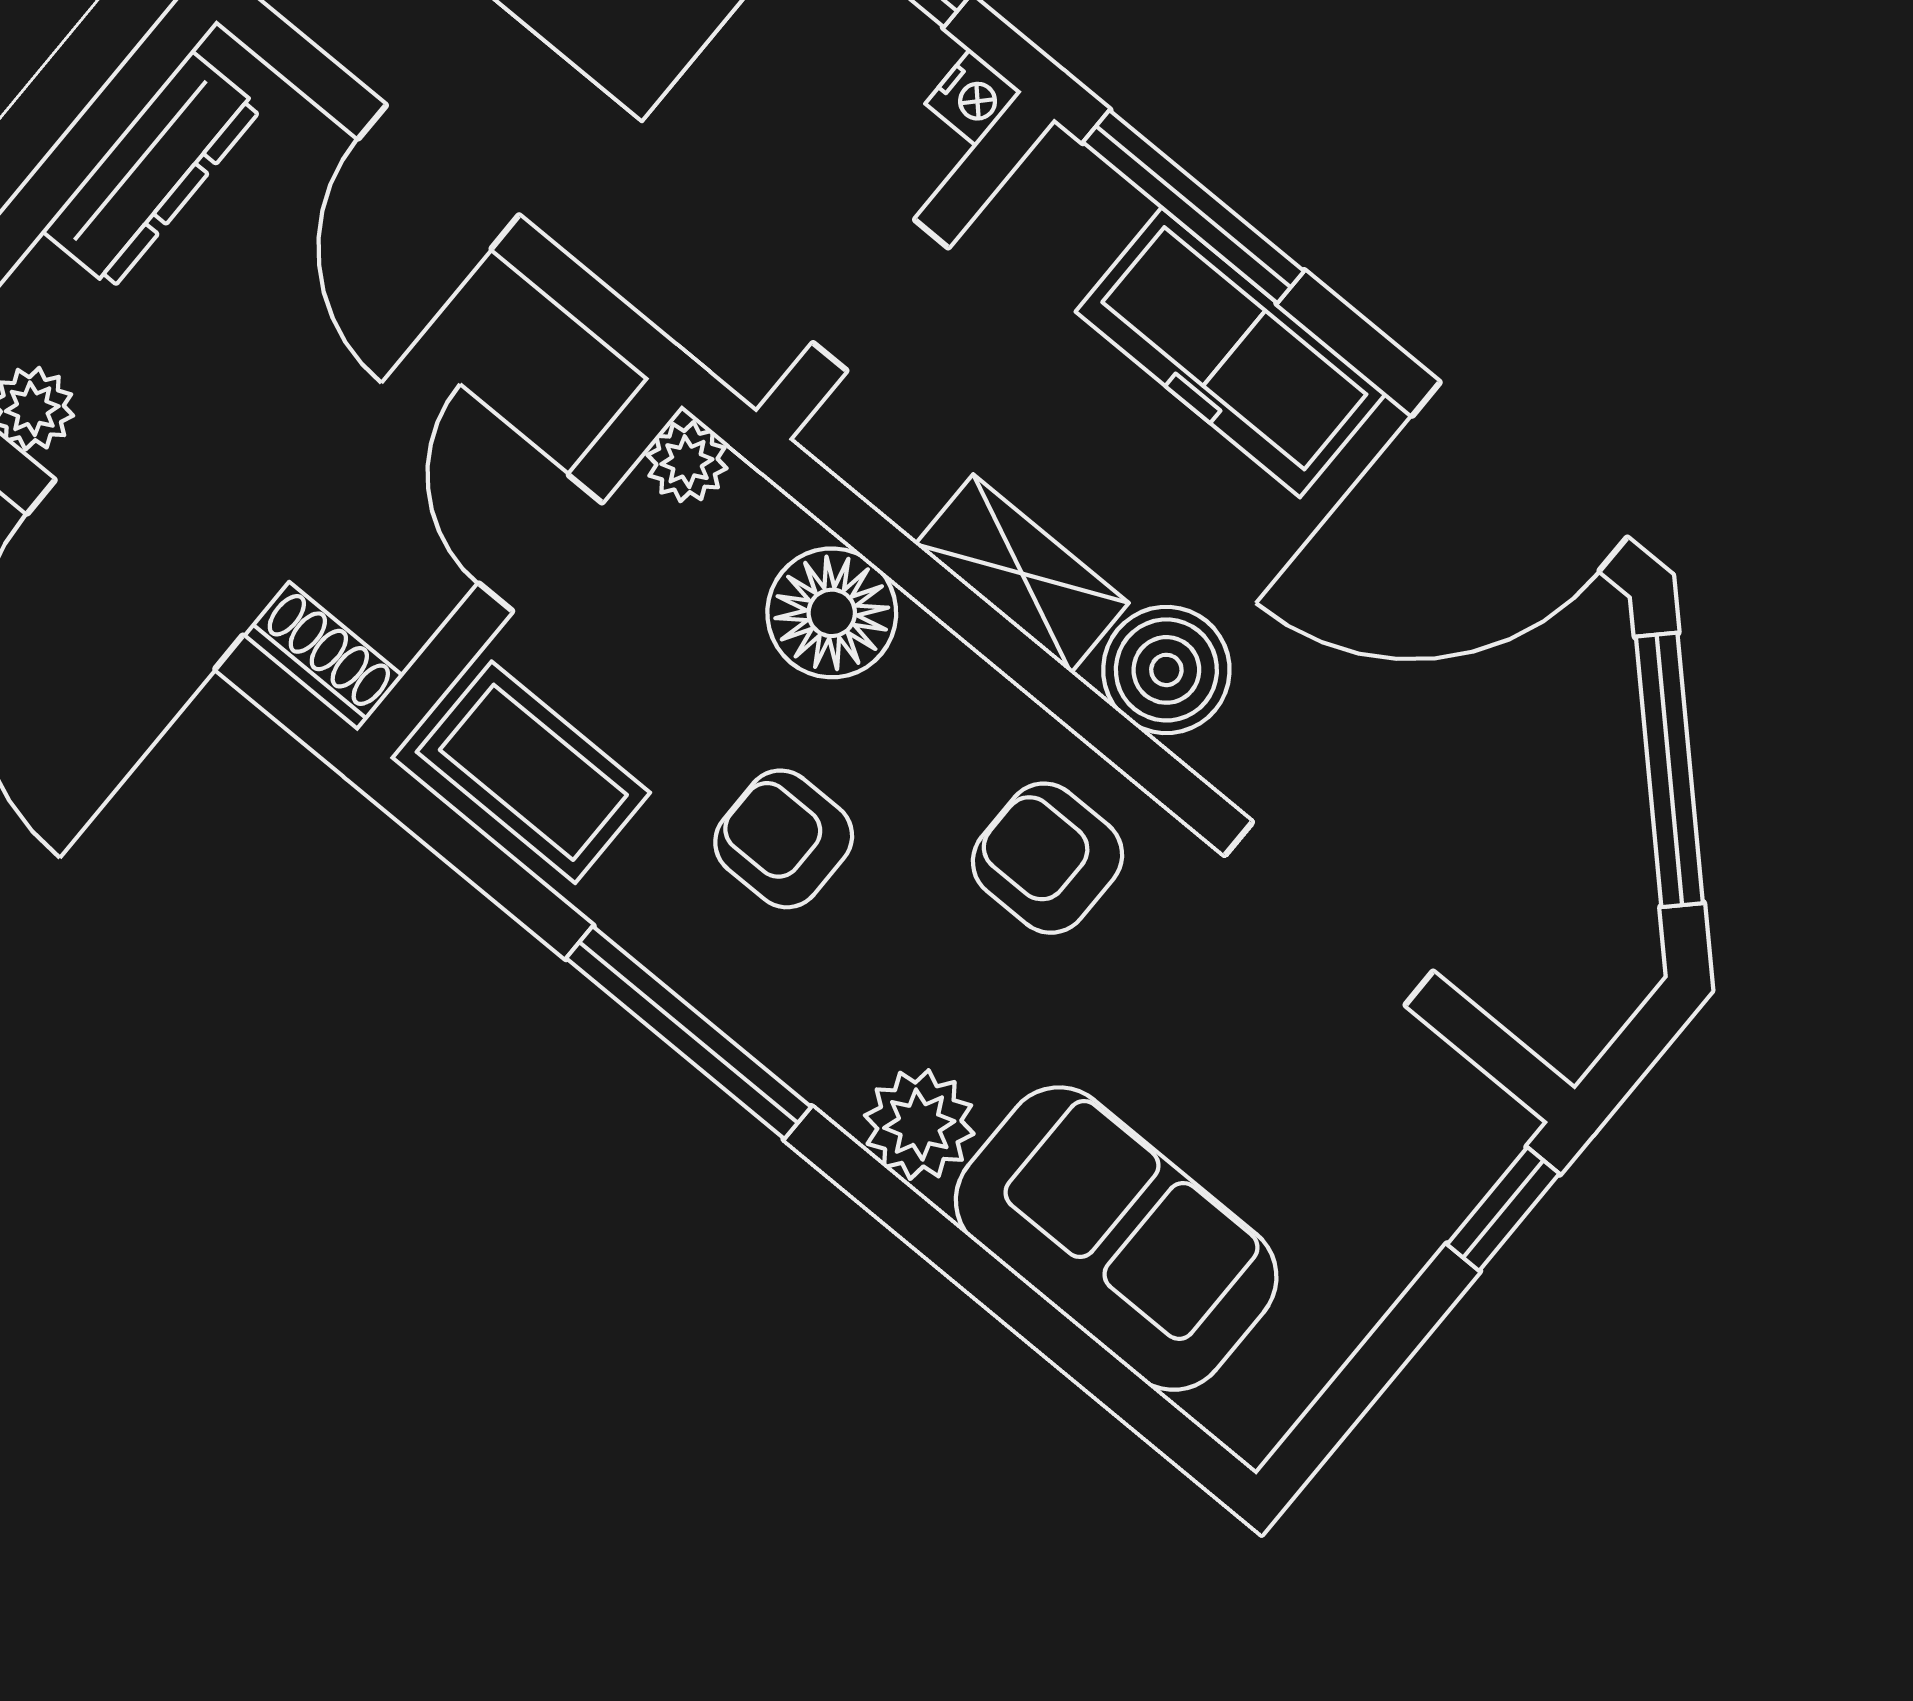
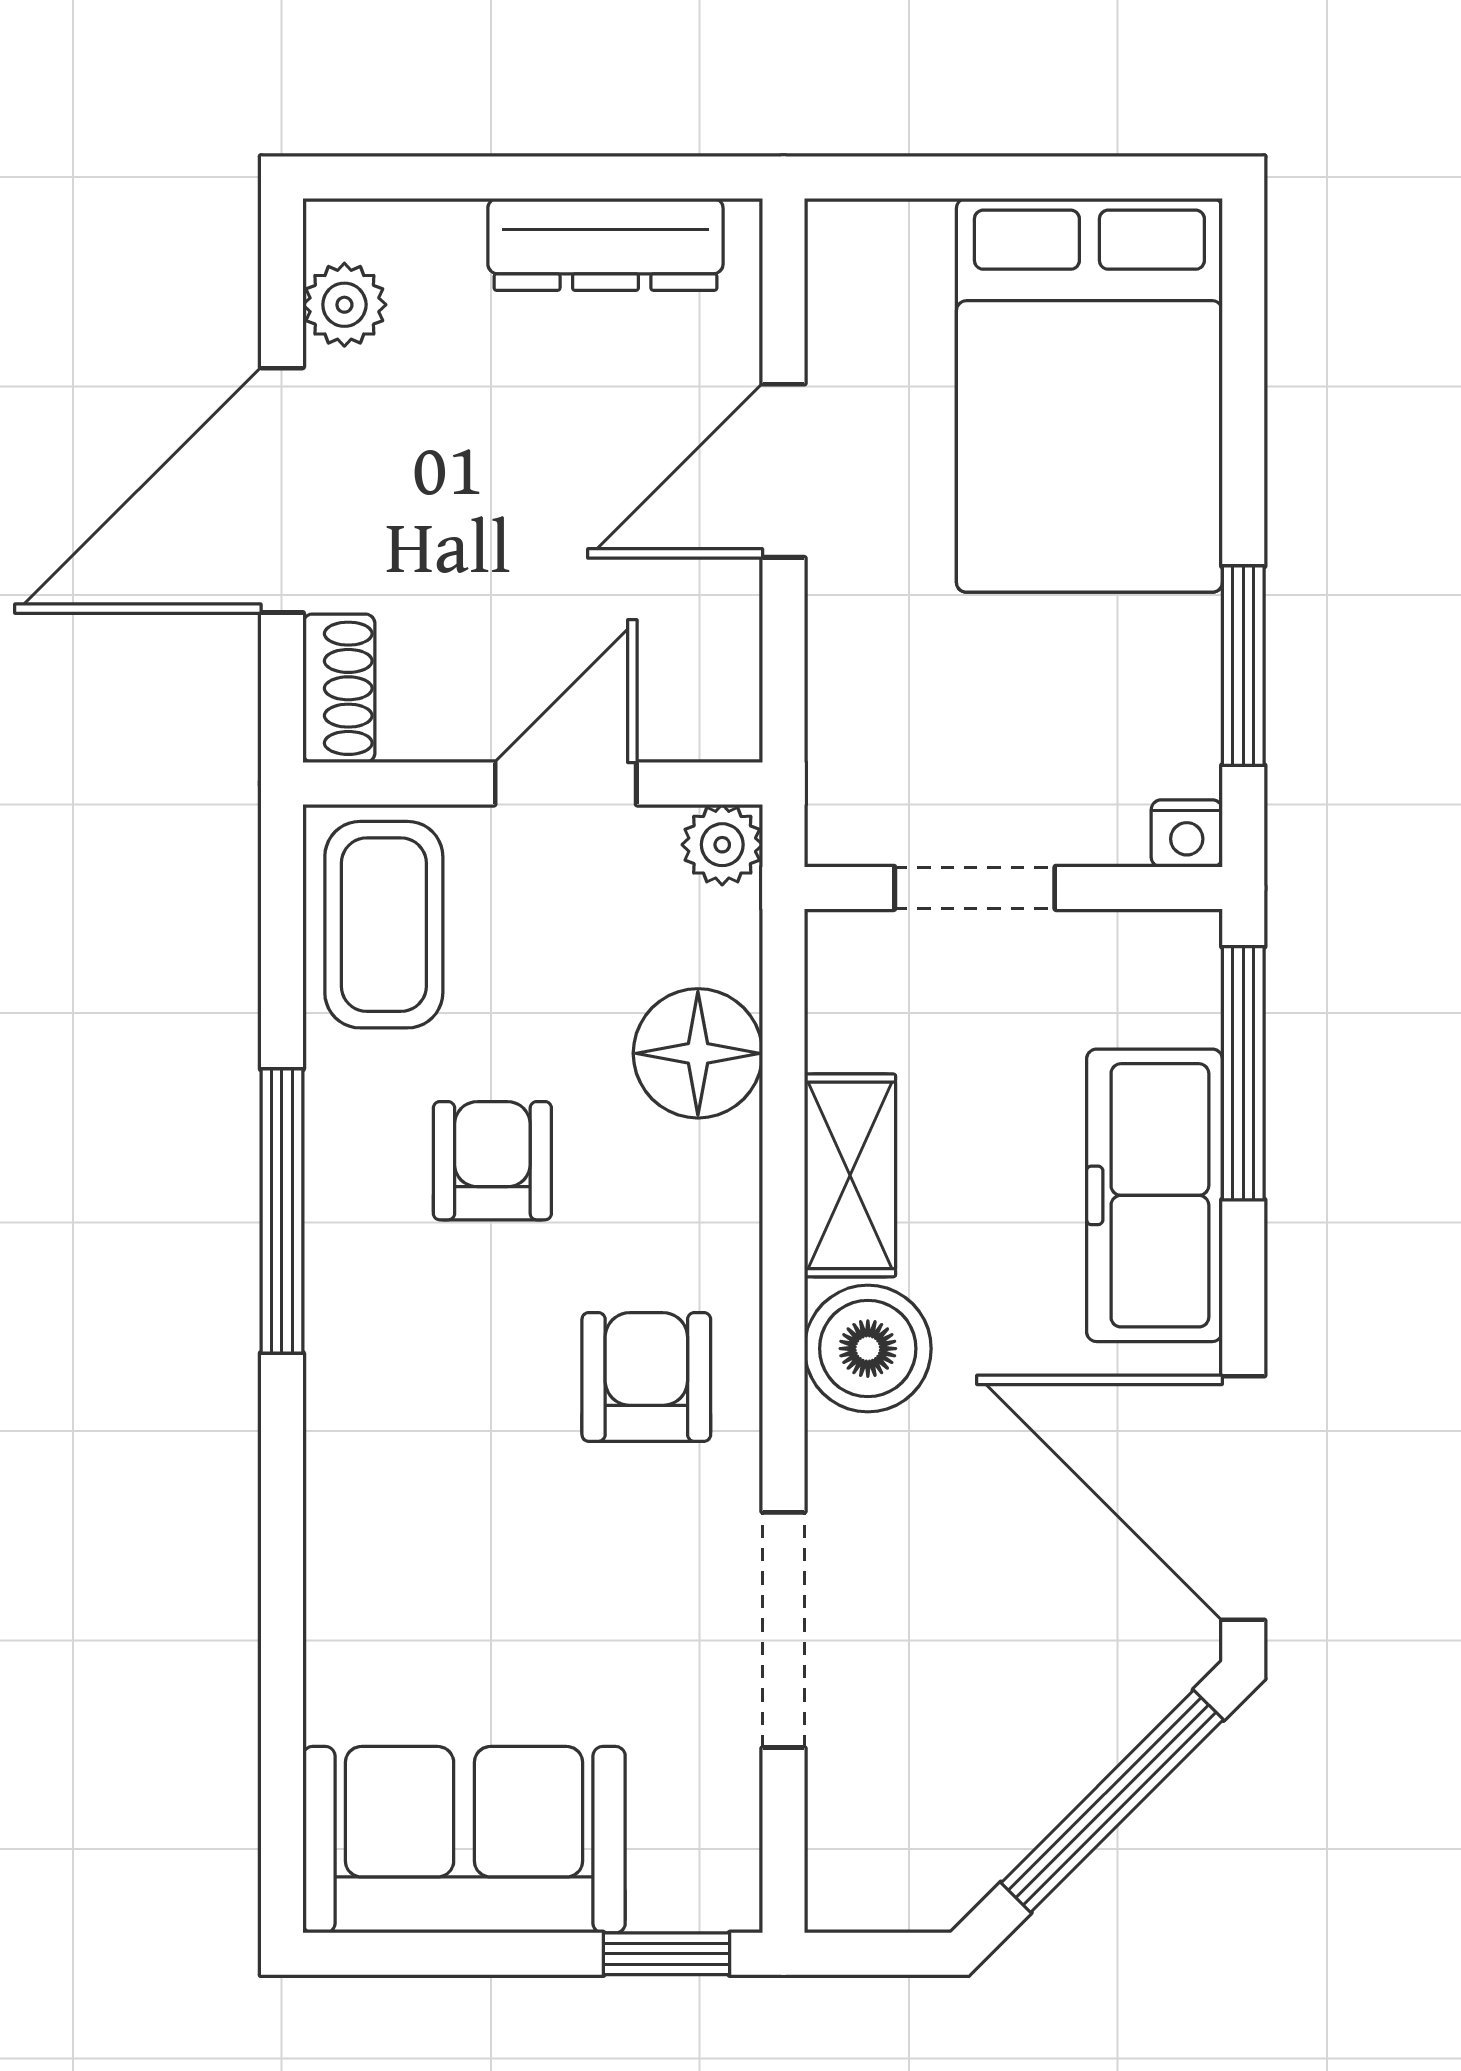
plant: (919, 1125) -> (358, 1448), removed
sofa: (1116, 1239) -> (464, 1840), moved, turned -90

